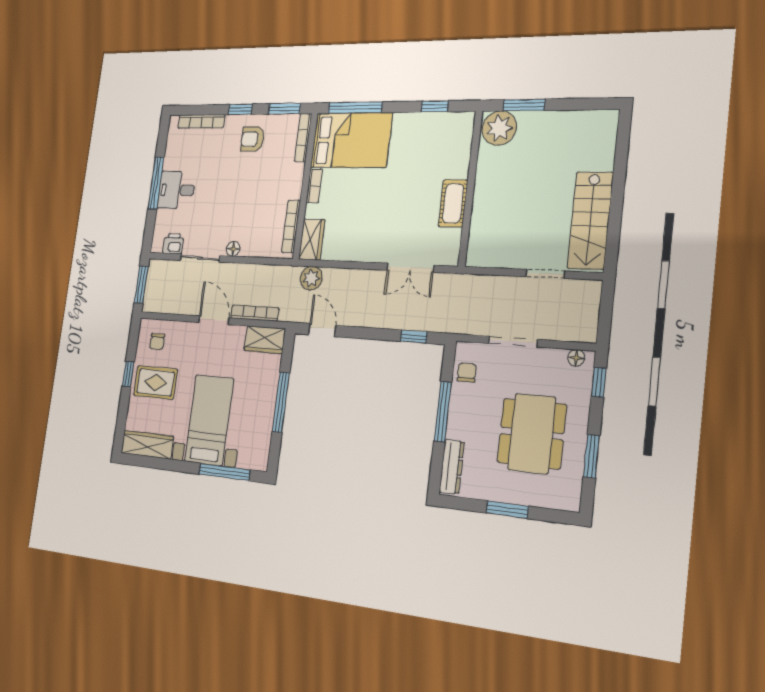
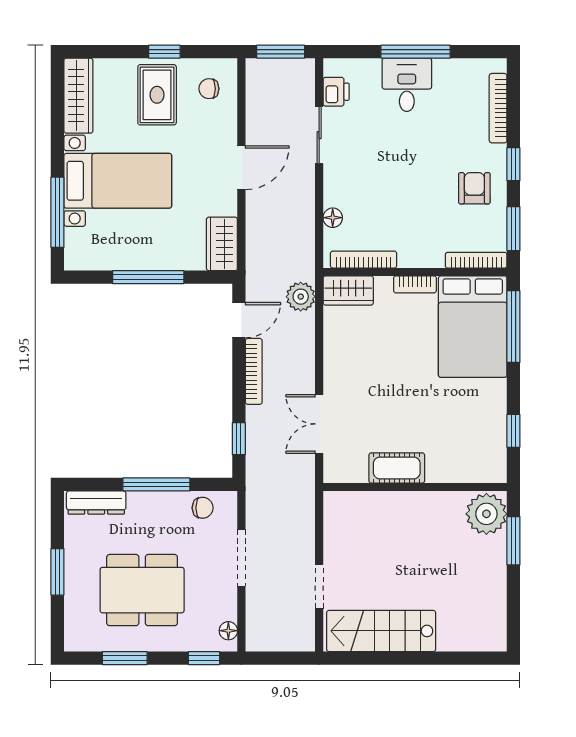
floor lamp: (233, 249) -> (333, 218), moved
bookcase: (255, 313) -> (254, 371), moved

